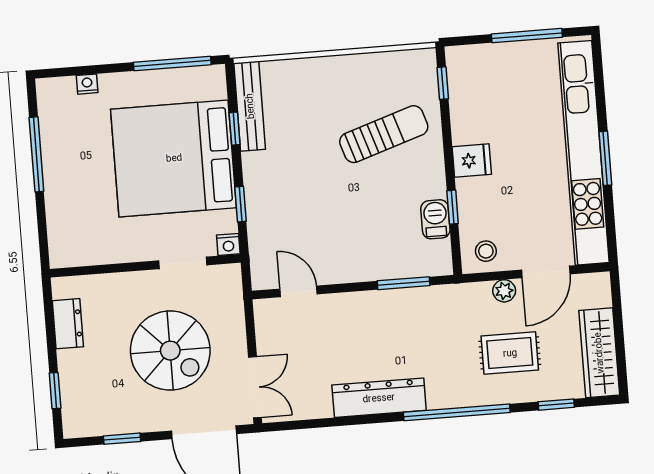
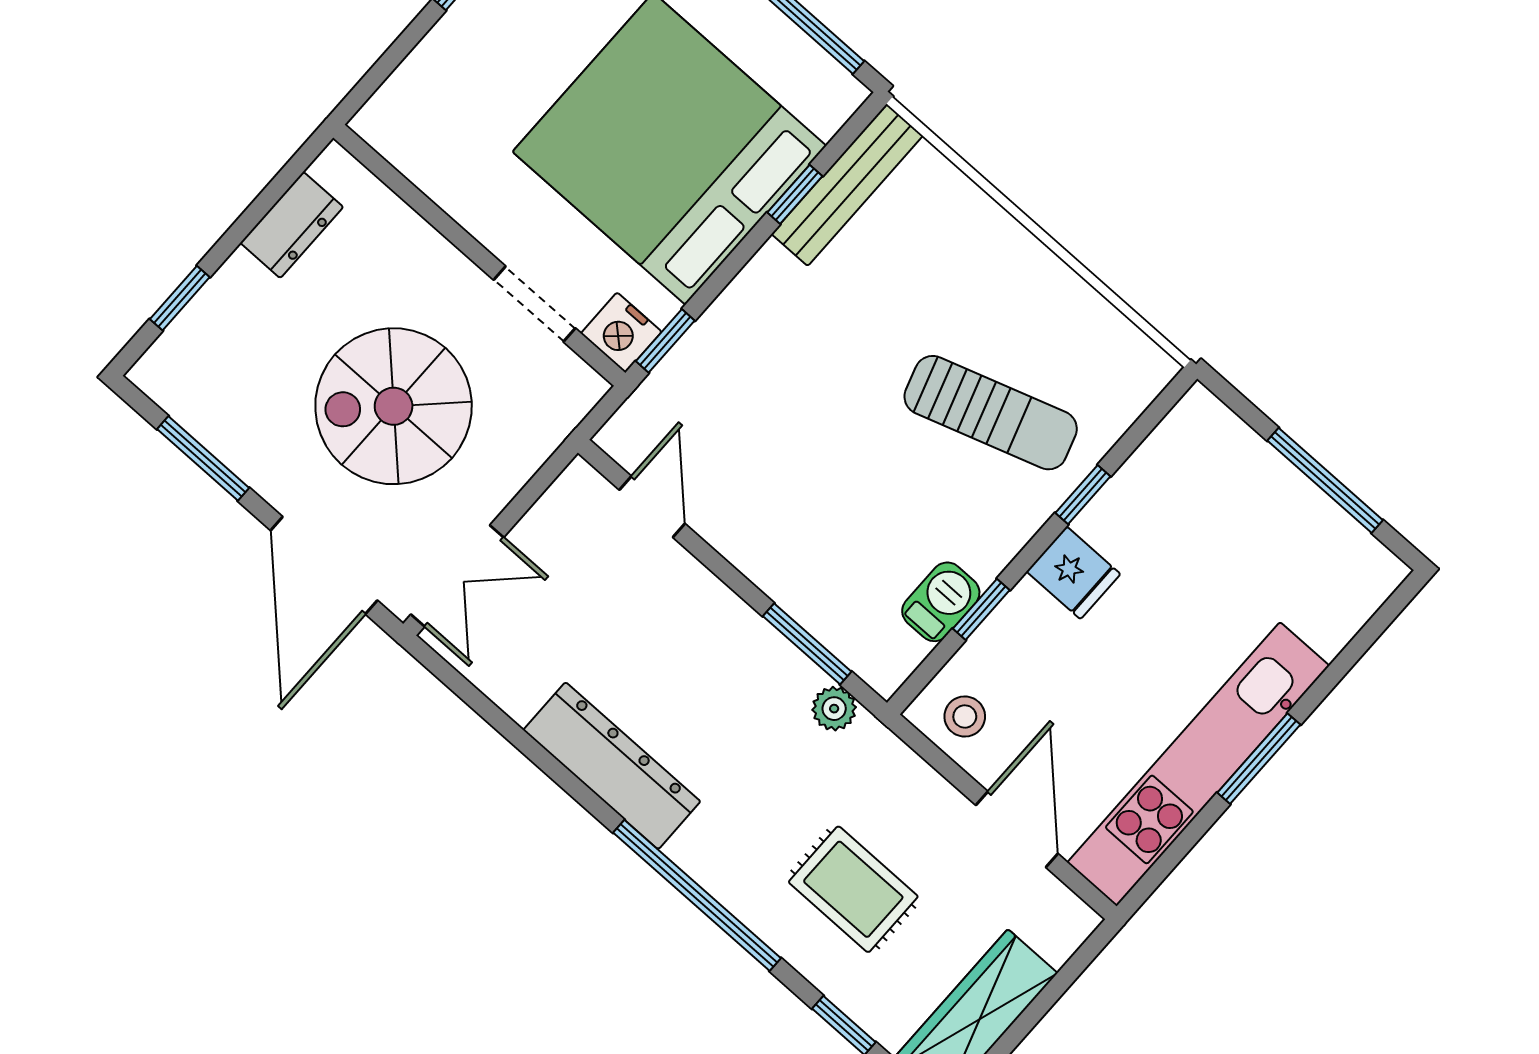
window: (443, 83) -> (1083, 495), moved
kitchen unit: (584, 153) -> (1198, 764), width x0.73
window: (241, 204) -> (665, 341), moved
nightstand: (228, 244) -> (621, 333), width x1.39, depth x1.35
door: (546, 272) -> (1017, 829), swing flipped
plant: (504, 291) -> (834, 709), moved
spiral stairs: (170, 351) -> (394, 406), turned 90
window: (122, 439) -> (203, 458), width x1.50

